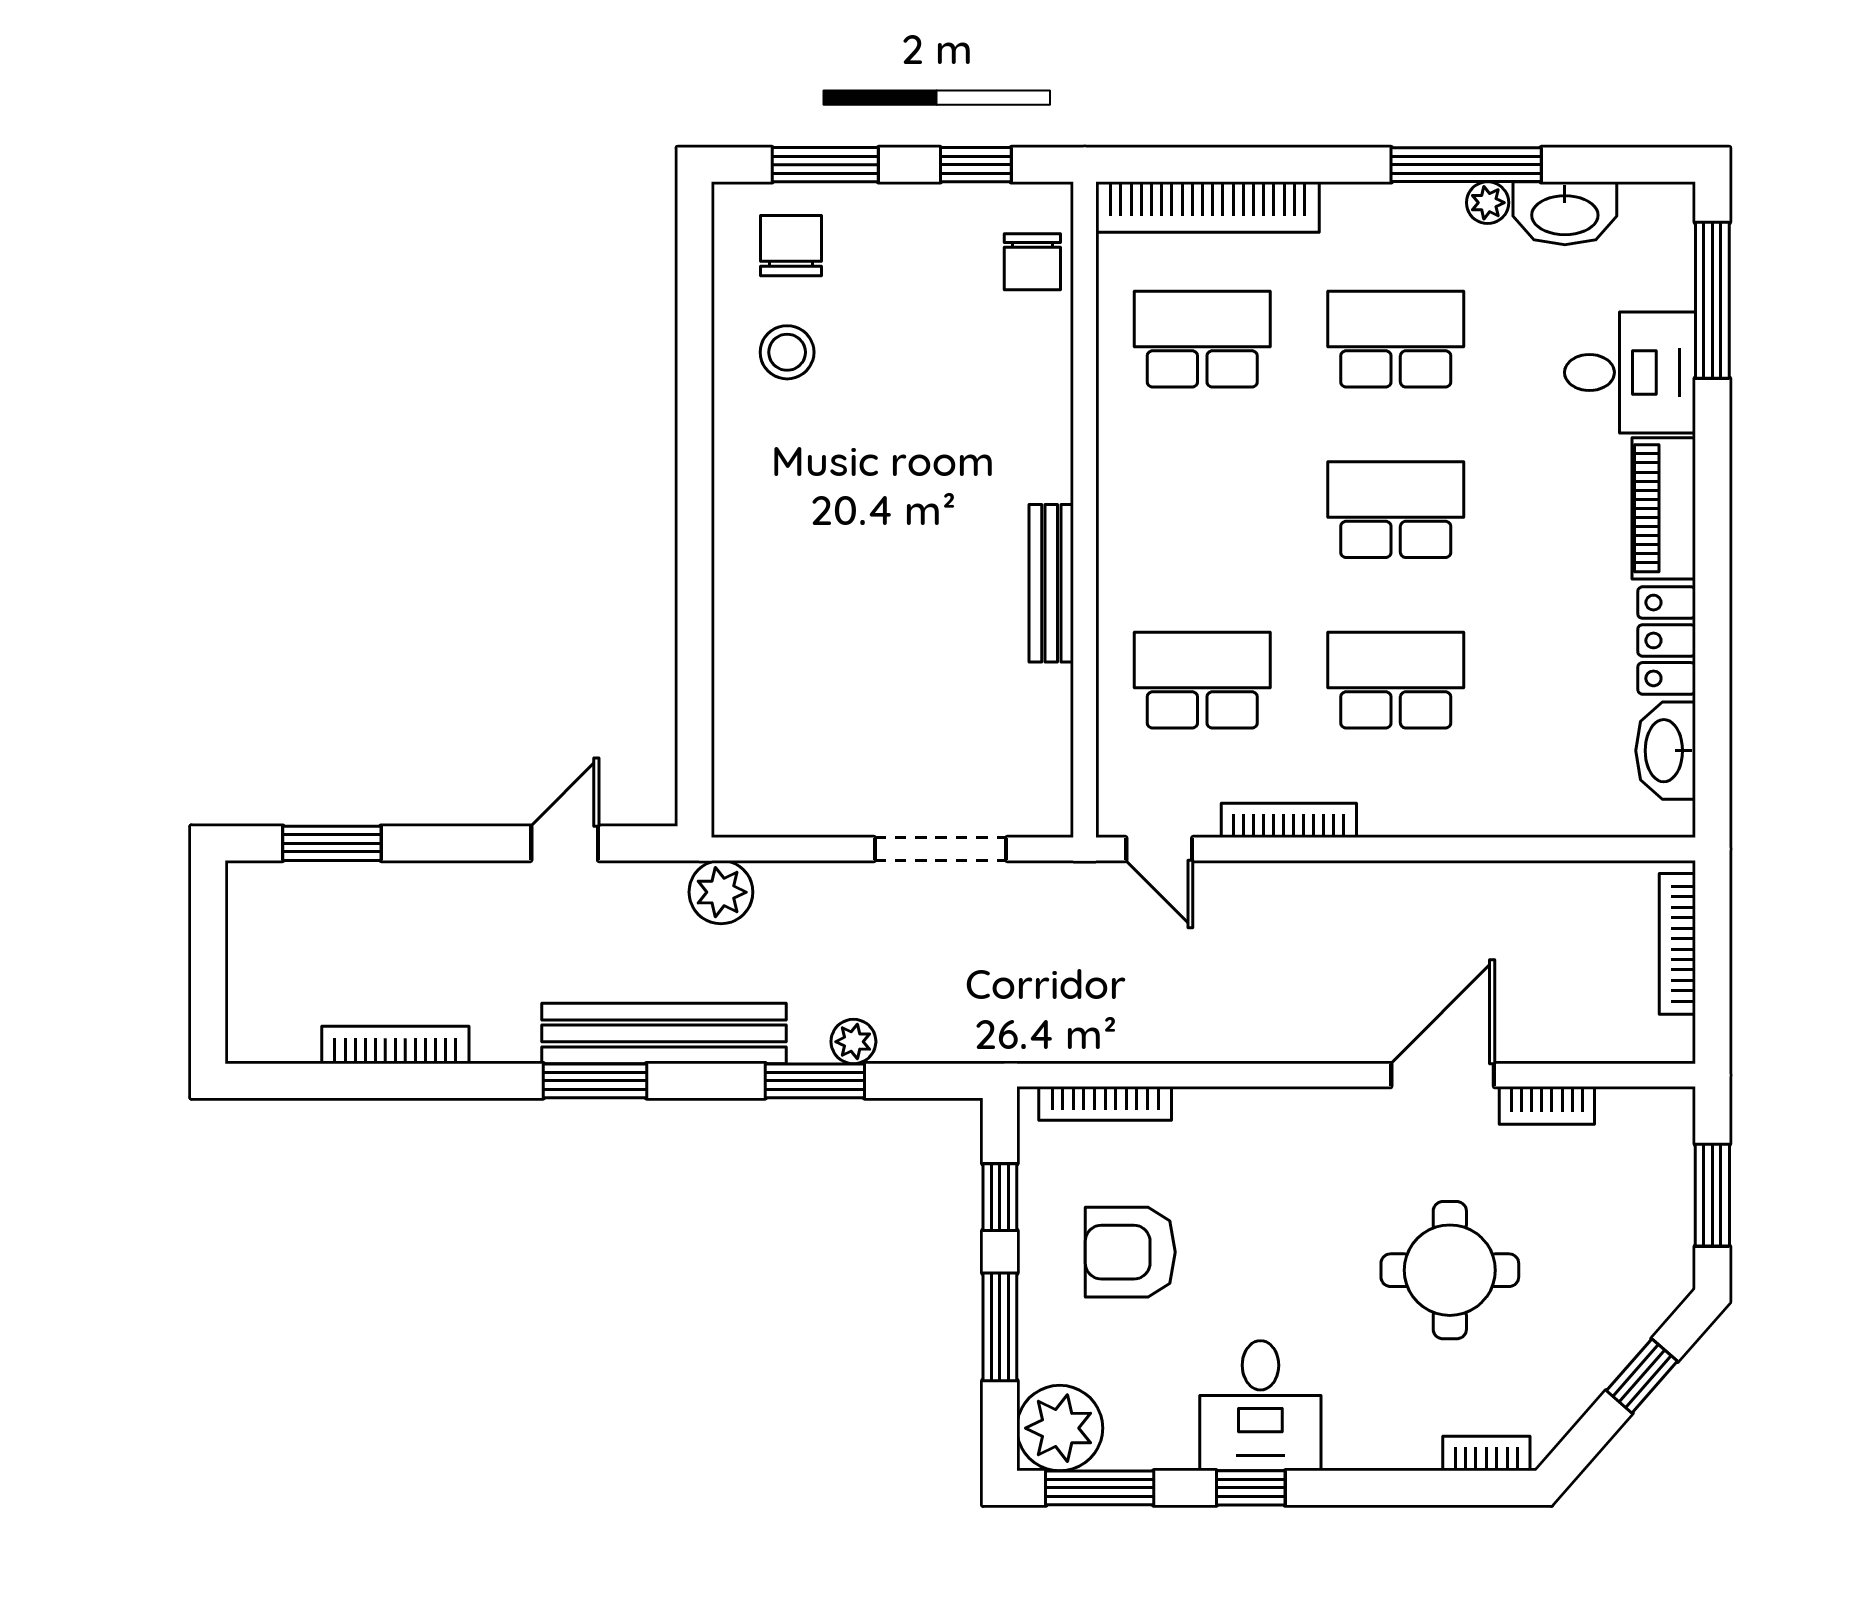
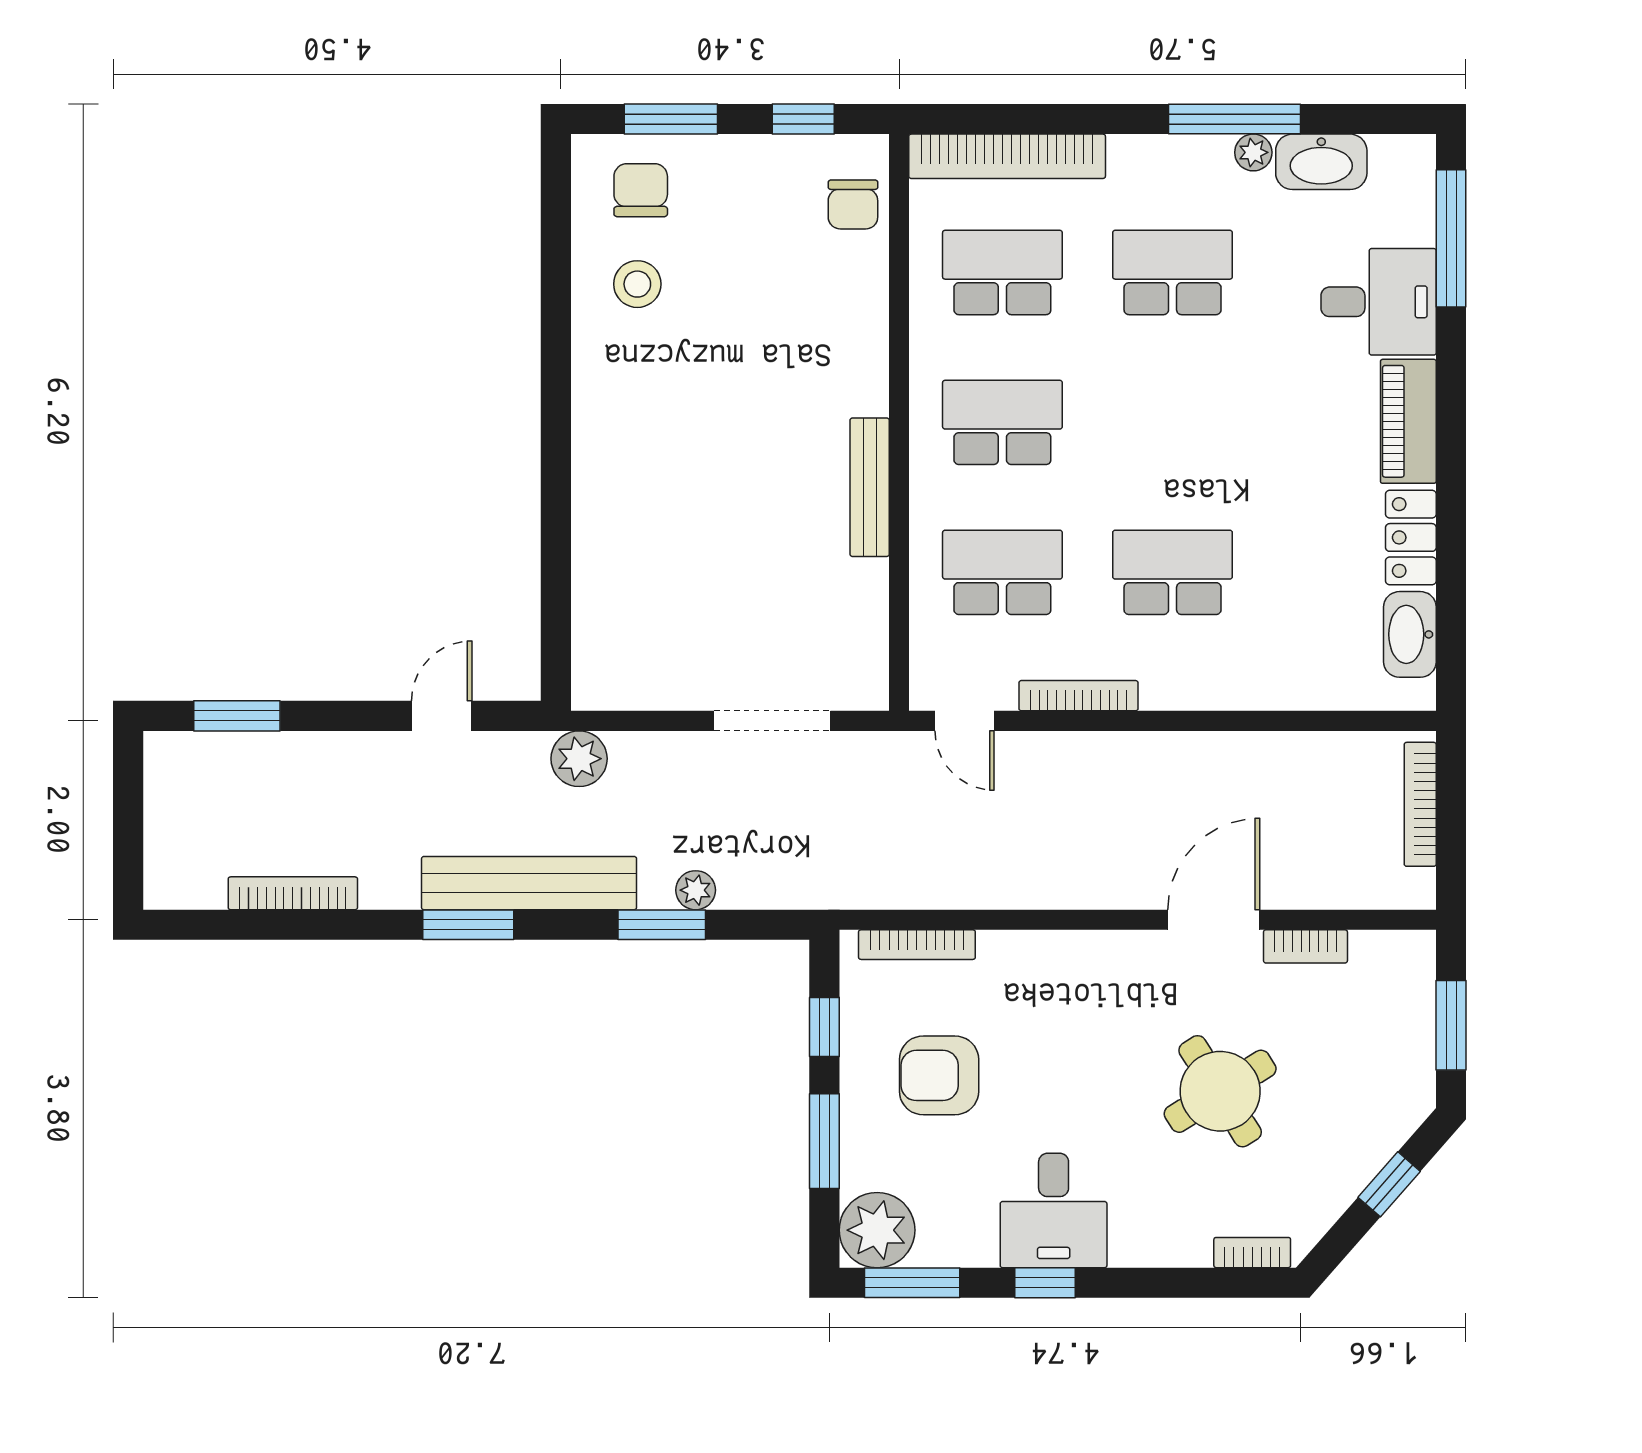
school desk: (1396, 510) -> (1002, 422), moved
round table: (1450, 1270) -> (1220, 1091), turned -32

